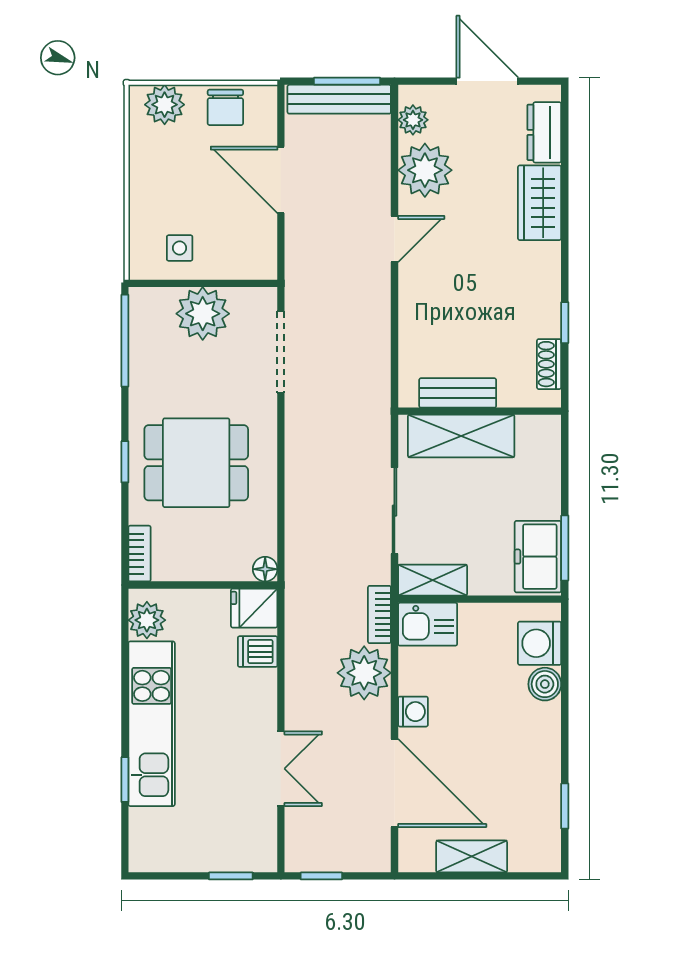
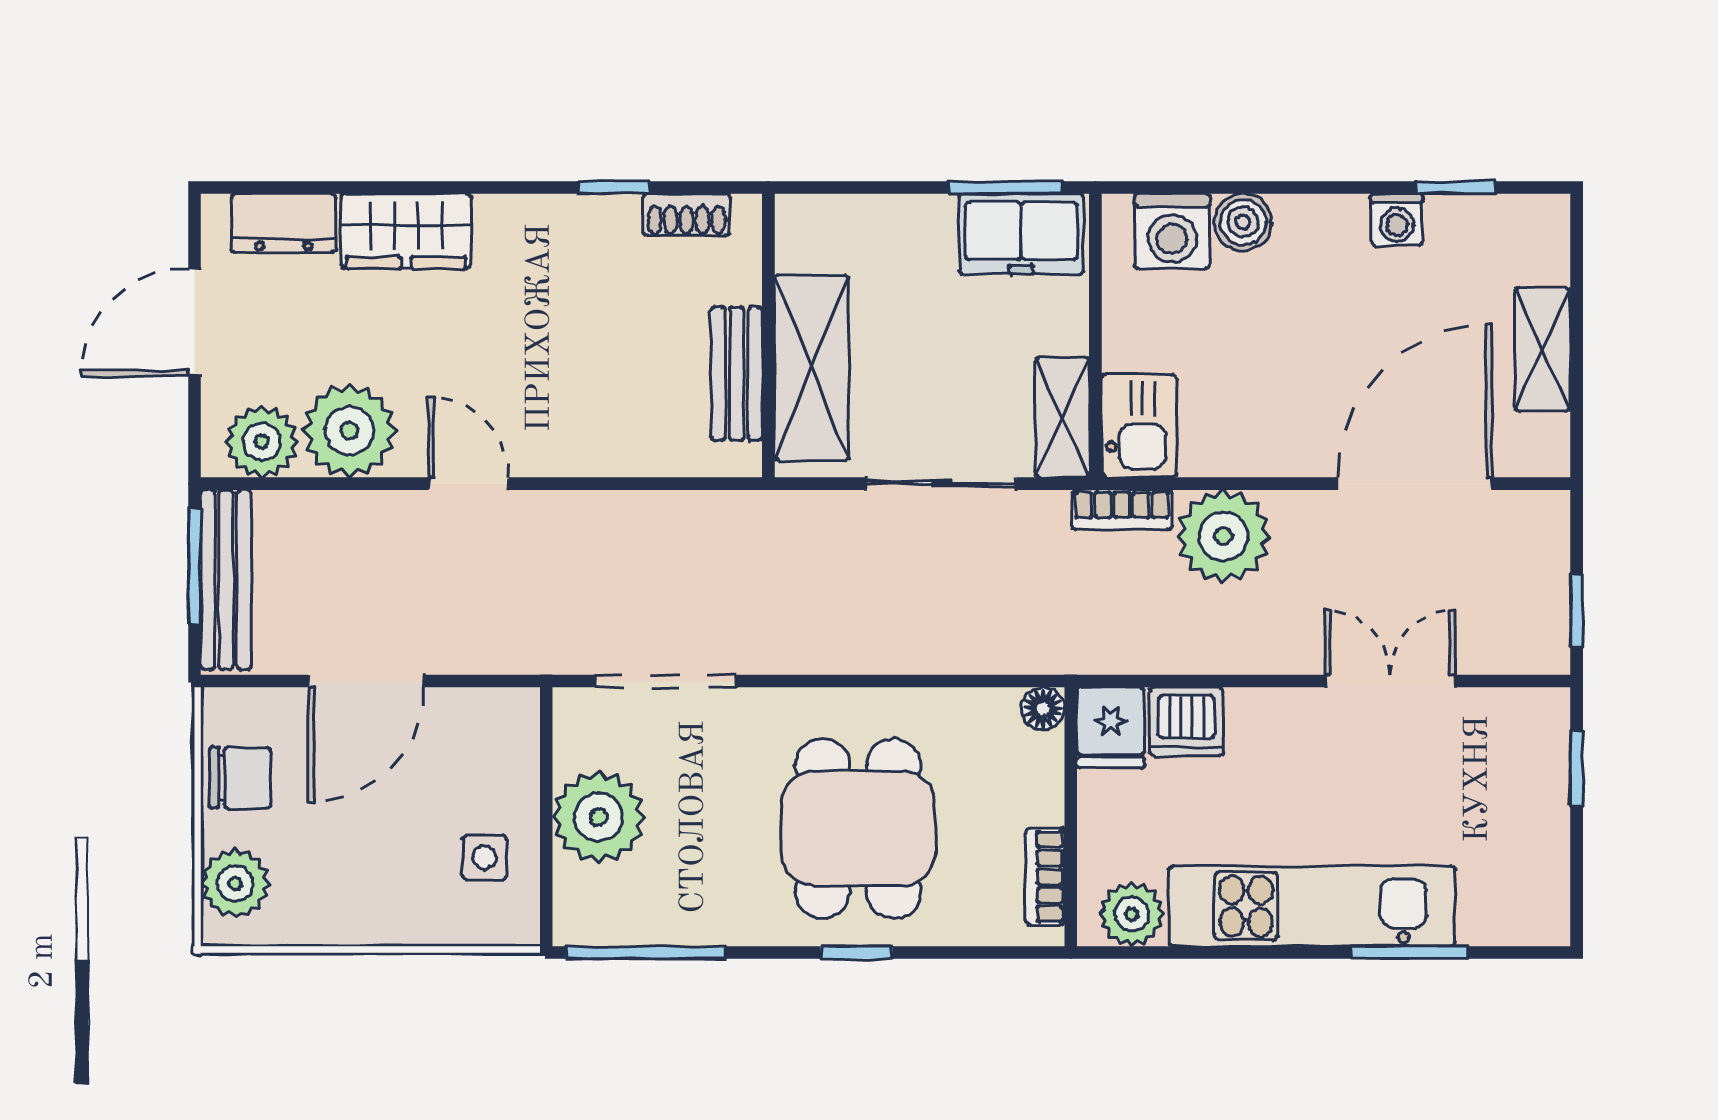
plant: (413, 120) -> (262, 442), width x1.38, depth x1.38
bookcase: (140, 554) -> (1045, 877), moved, turned -90
dishwasher: (258, 652) -> (1186, 722), width x1.38
washing machine: (413, 712) -> (1397, 220), moved, turned 180
window: (125, 780) -> (1409, 953), width x1.50

